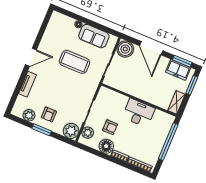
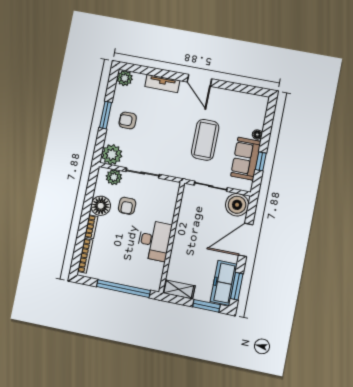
window: (98, 26) -> (261, 161), added
freezer: (178, 70) -> (224, 283), width x1.40
plant: (29, 115) -> (125, 78), moved

